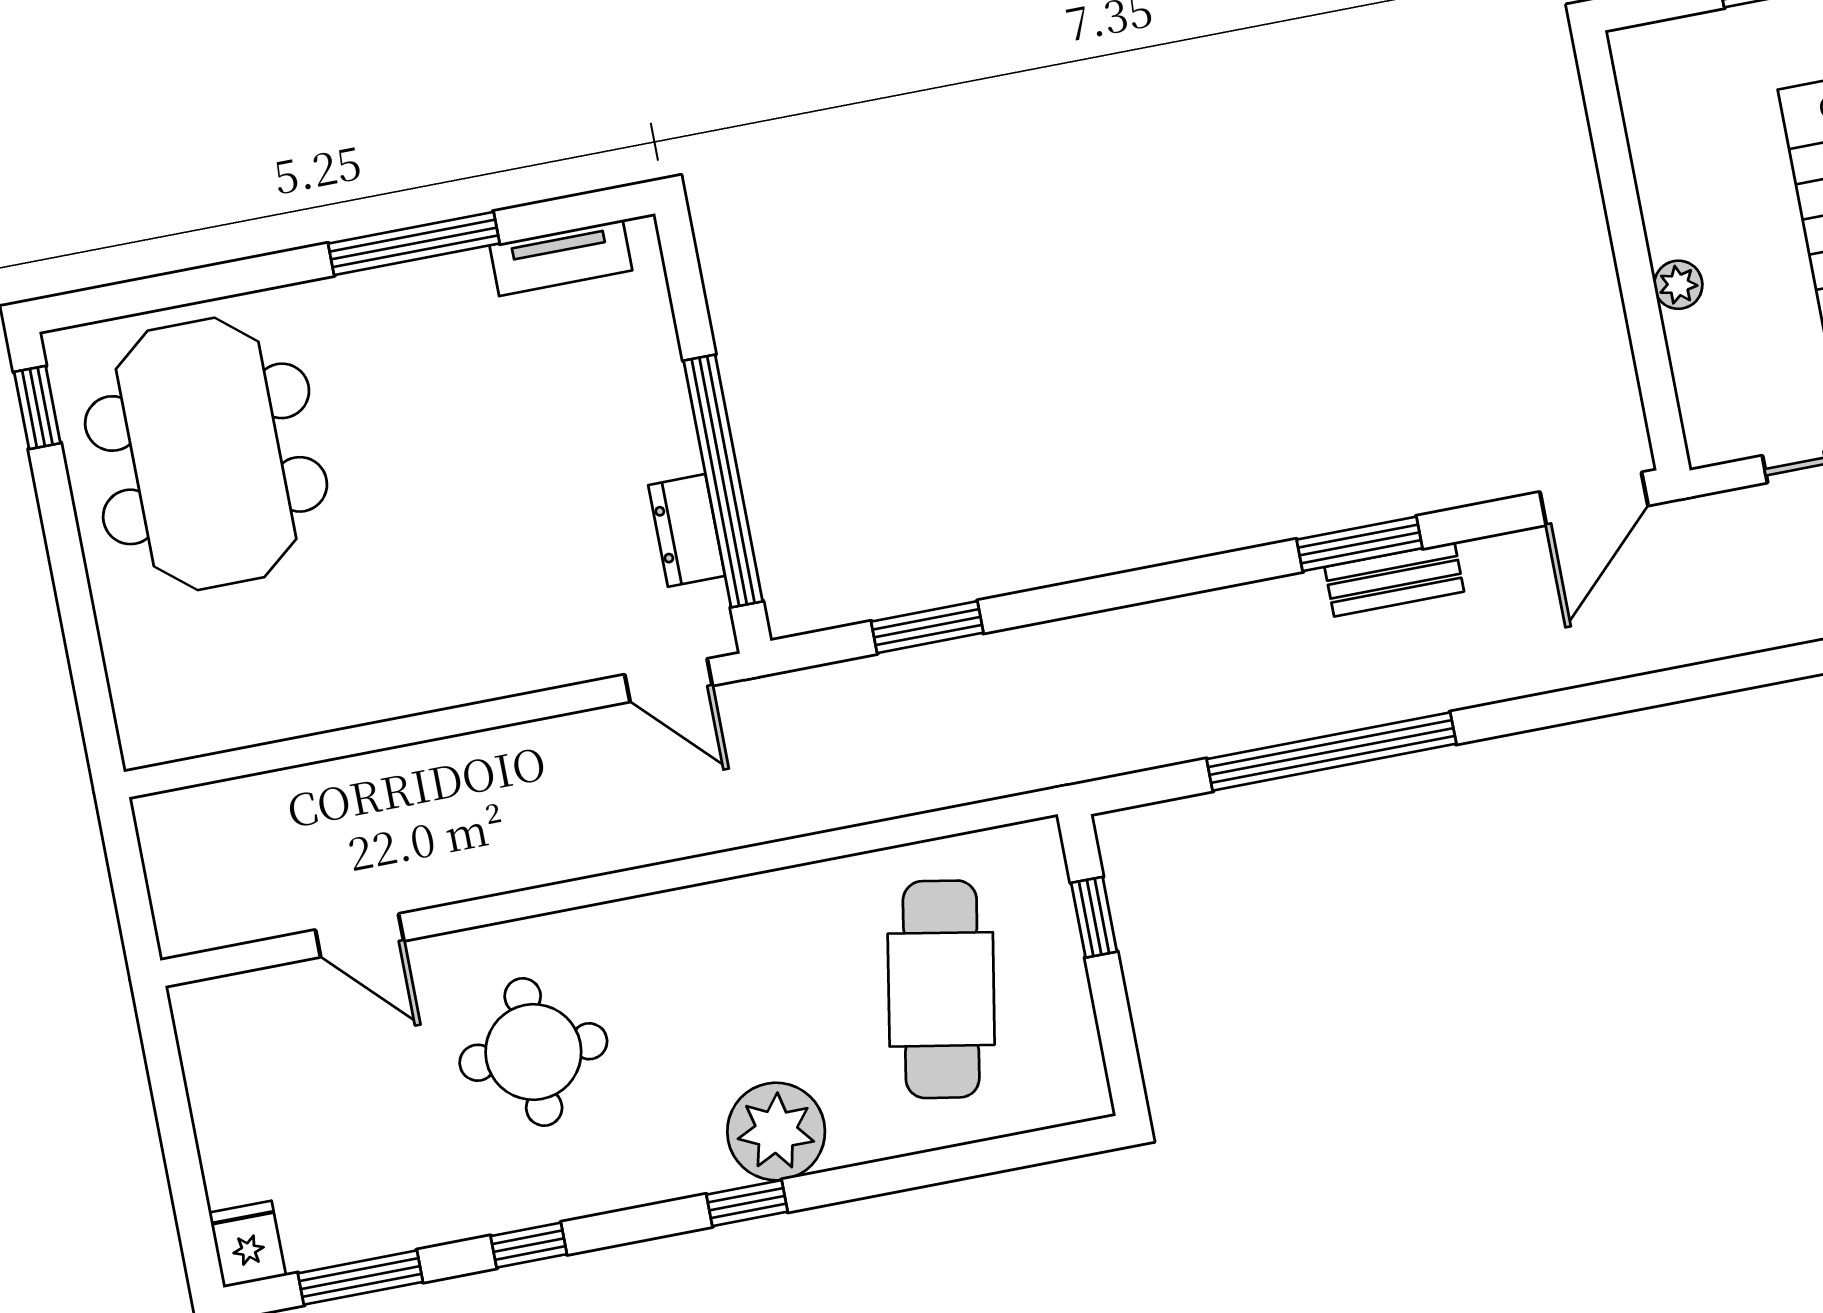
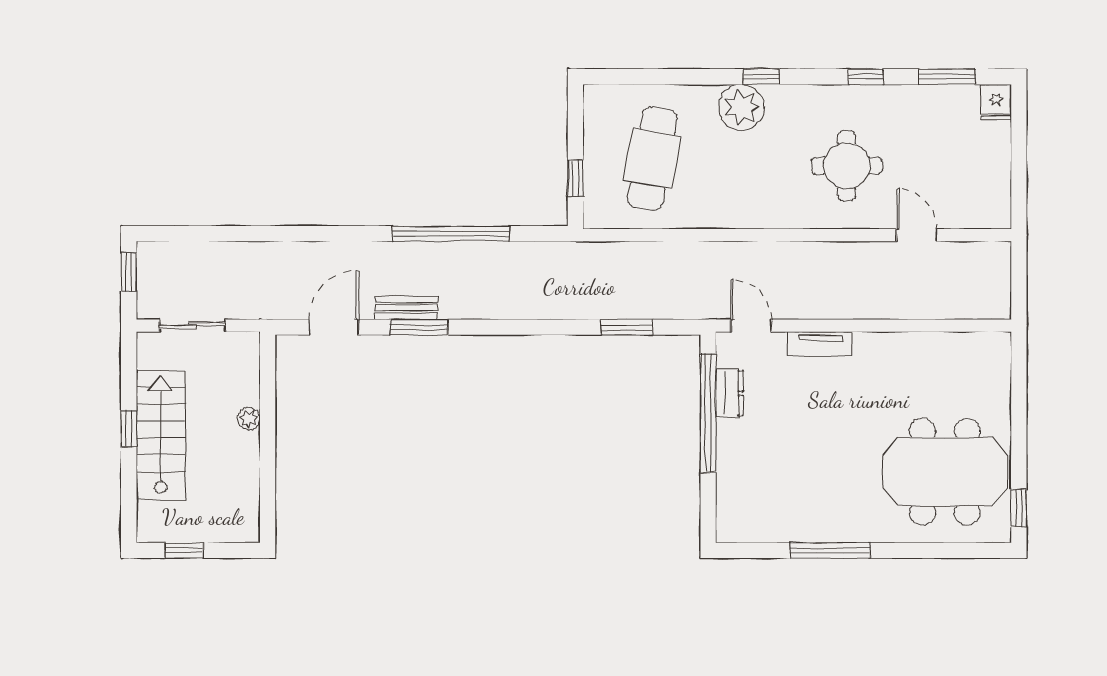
tv unit: (561, 258) -> (820, 344), moved, turned 180
meeting table: (206, 454) -> (945, 472), turned 90
door: (1594, 499) -> (334, 327), moved

